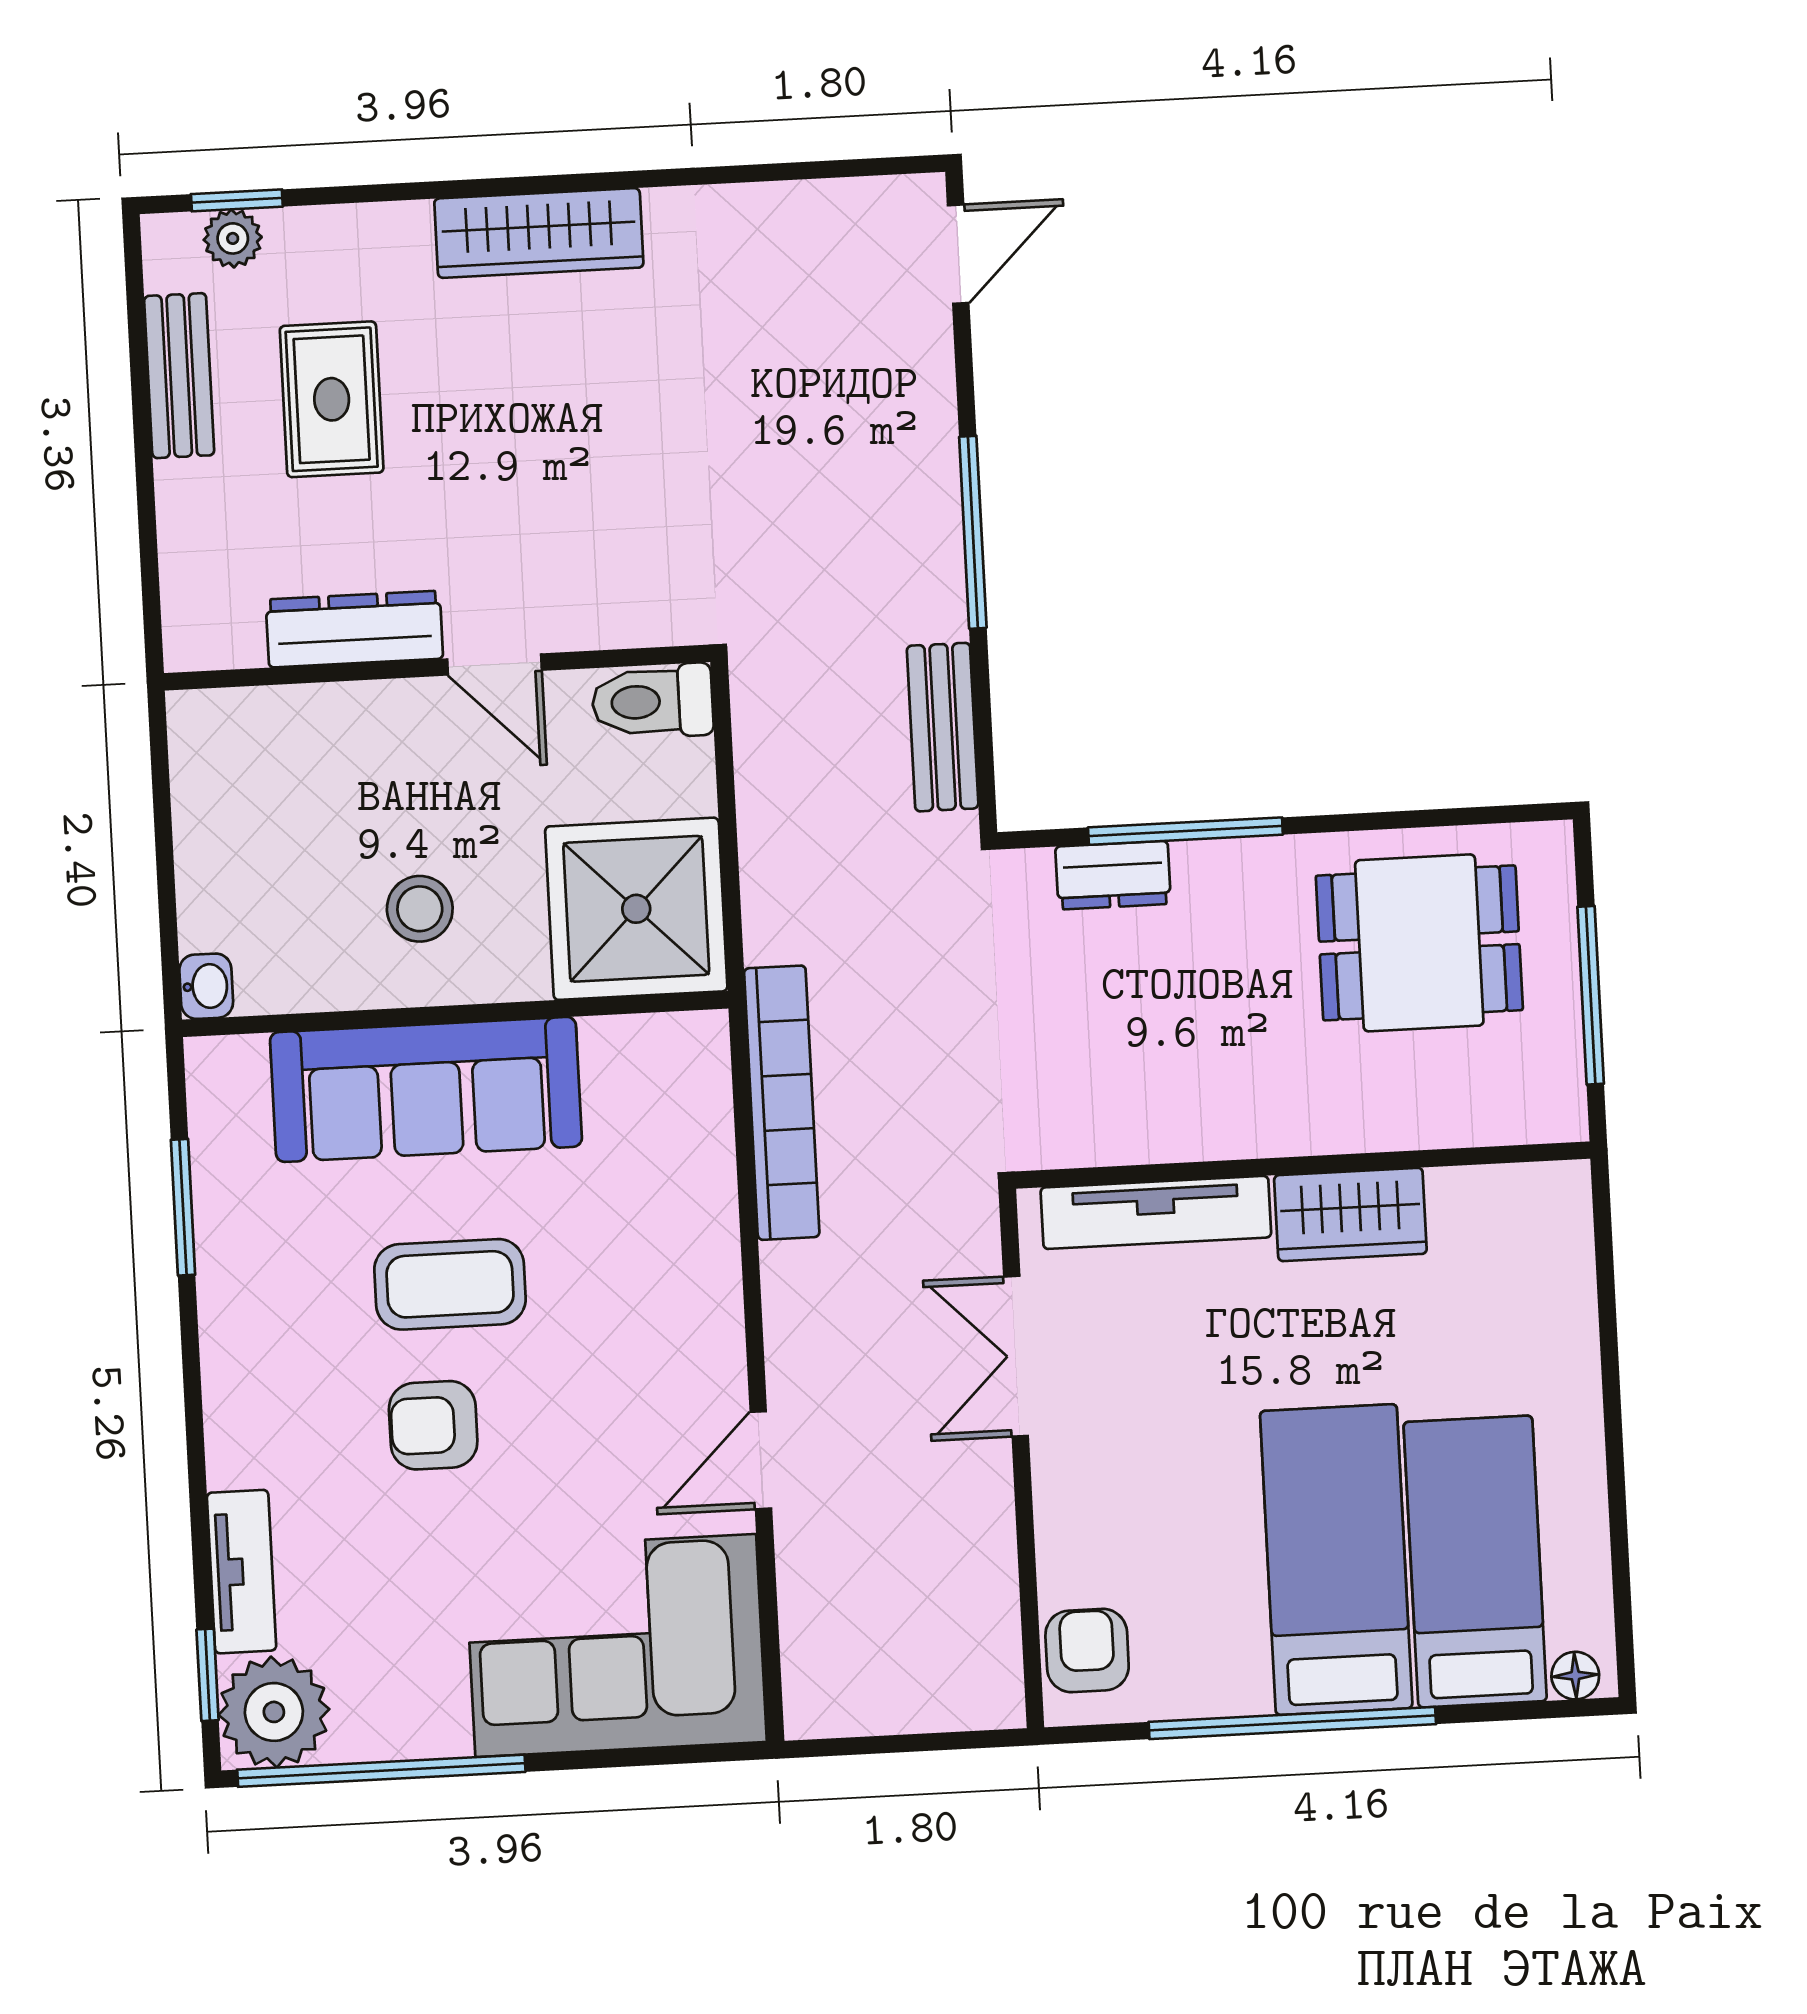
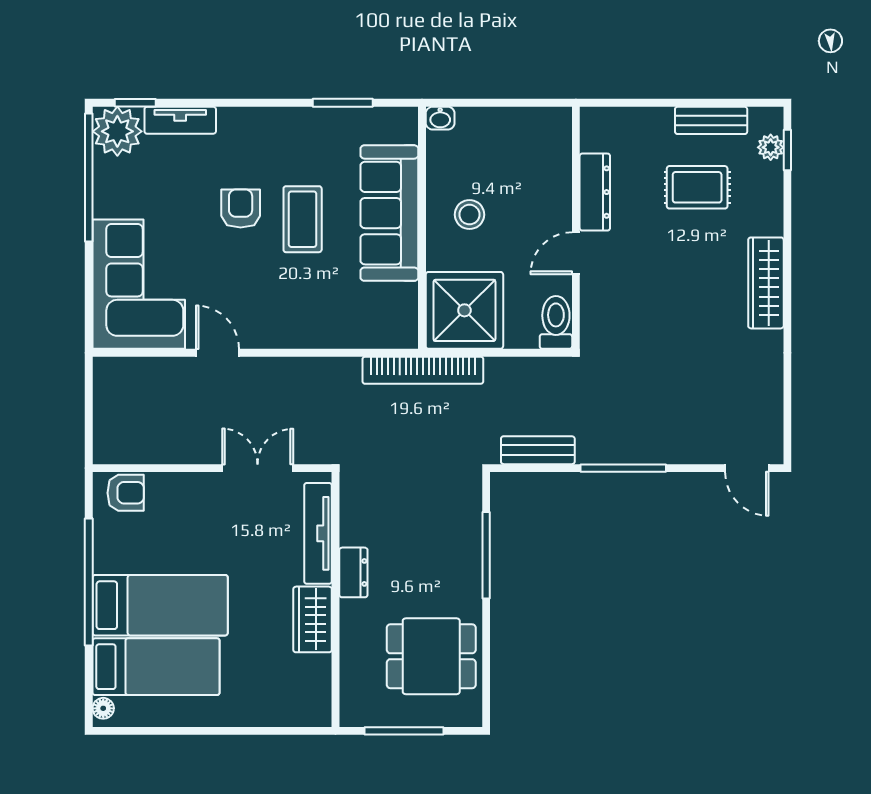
dresser: (1113, 875) -> (353, 572), moved, turned 180
dining table: (1419, 943) -> (431, 656), turned 90
bookcase: (782, 1103) -> (423, 370), moved

